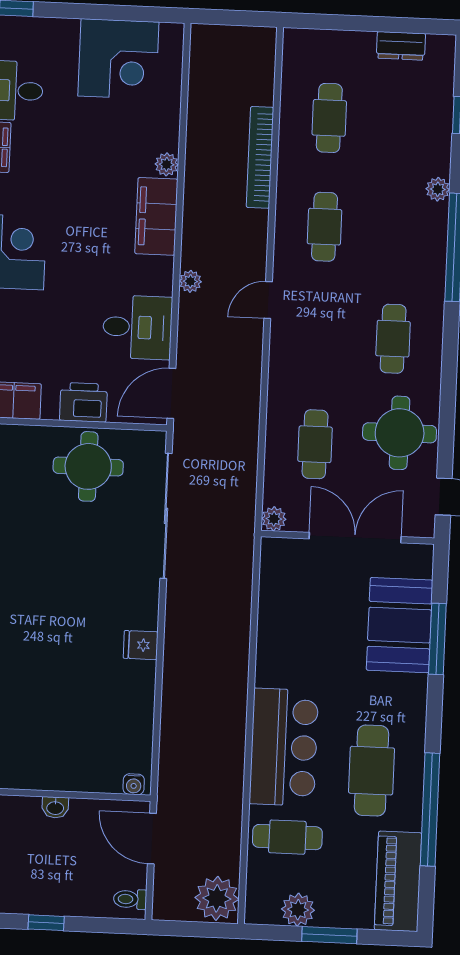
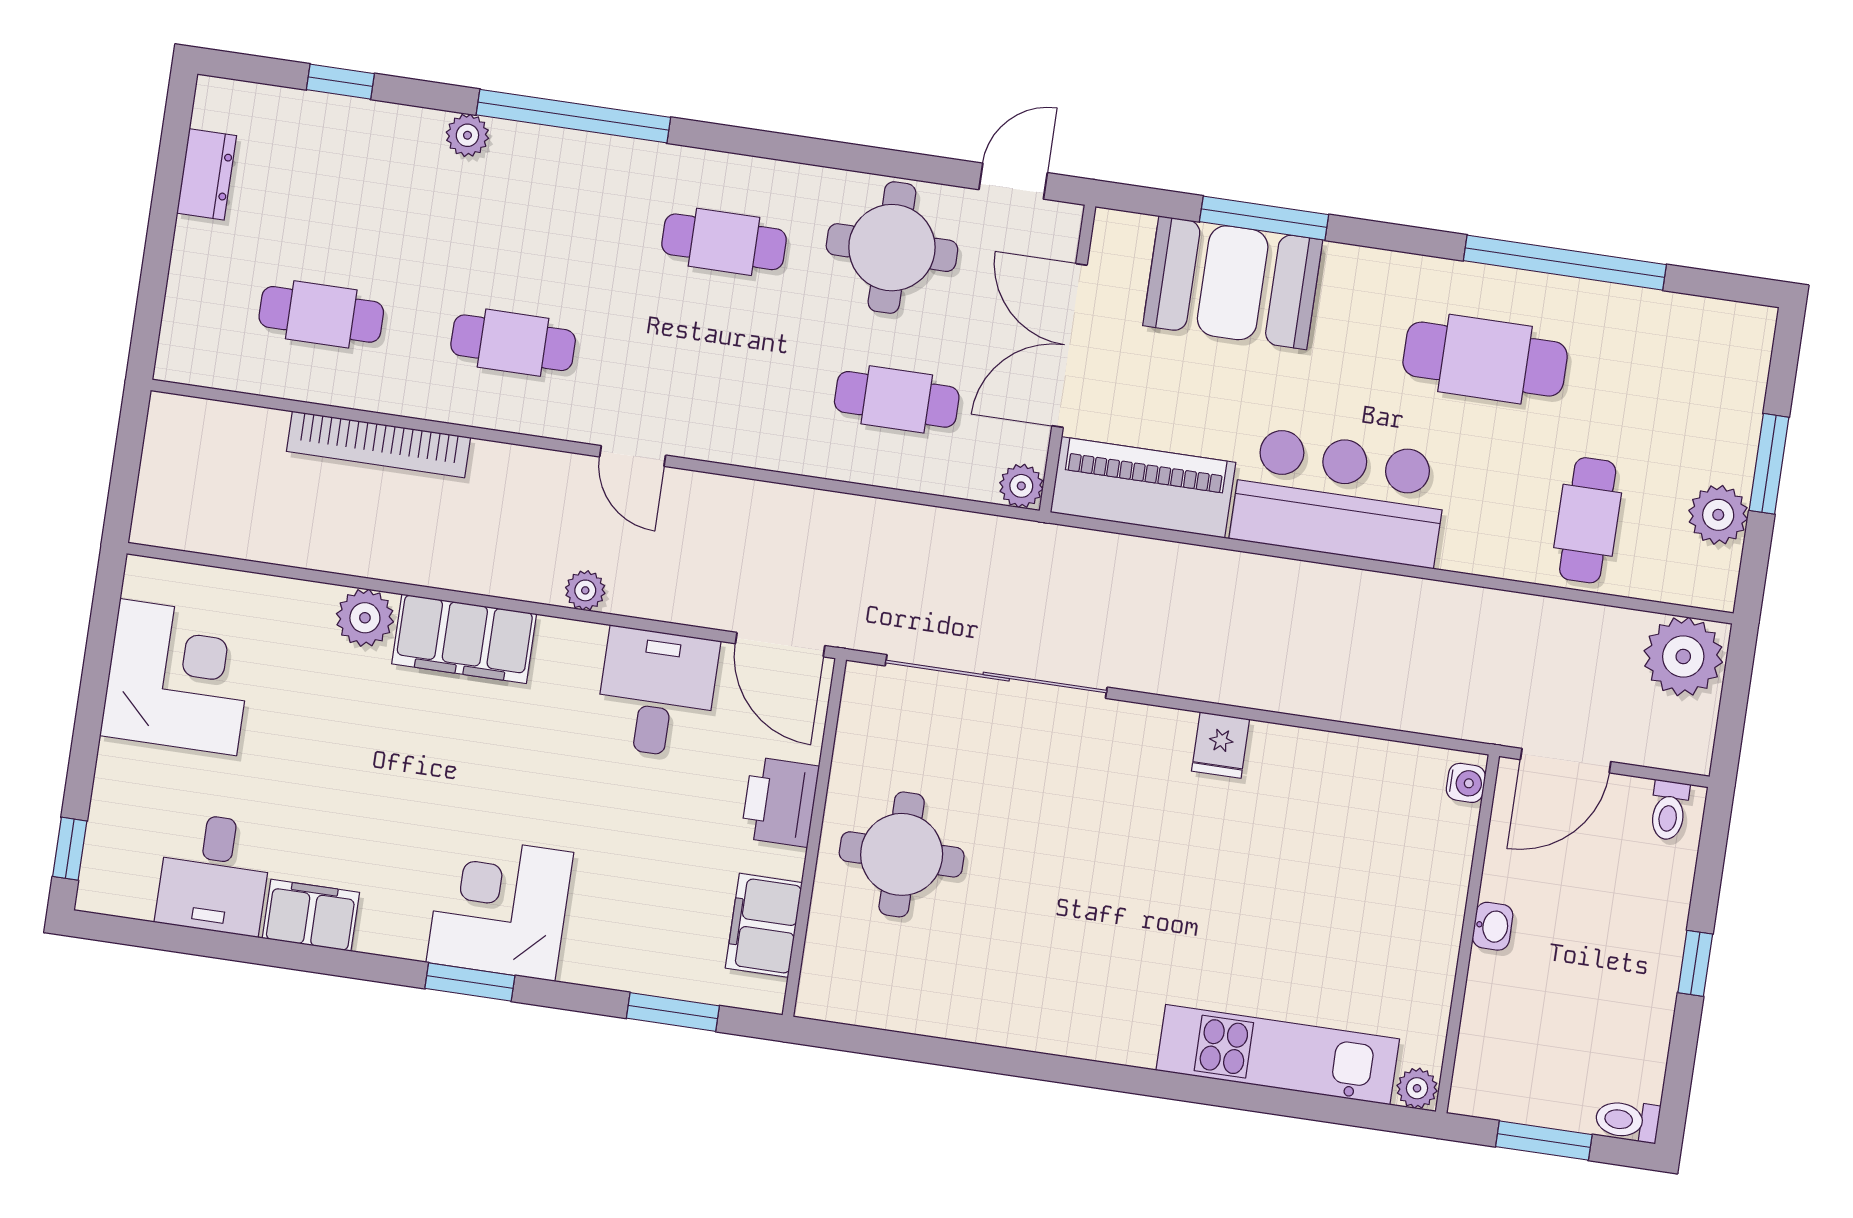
plant: (167, 164) -> (365, 618), width x1.38, depth x1.38
round table: (88, 466) -> (902, 854), moved
bar counter: (284, 747) -> (1340, 497), moved
piano: (398, 881) -> (1143, 487), moved, turned 180

